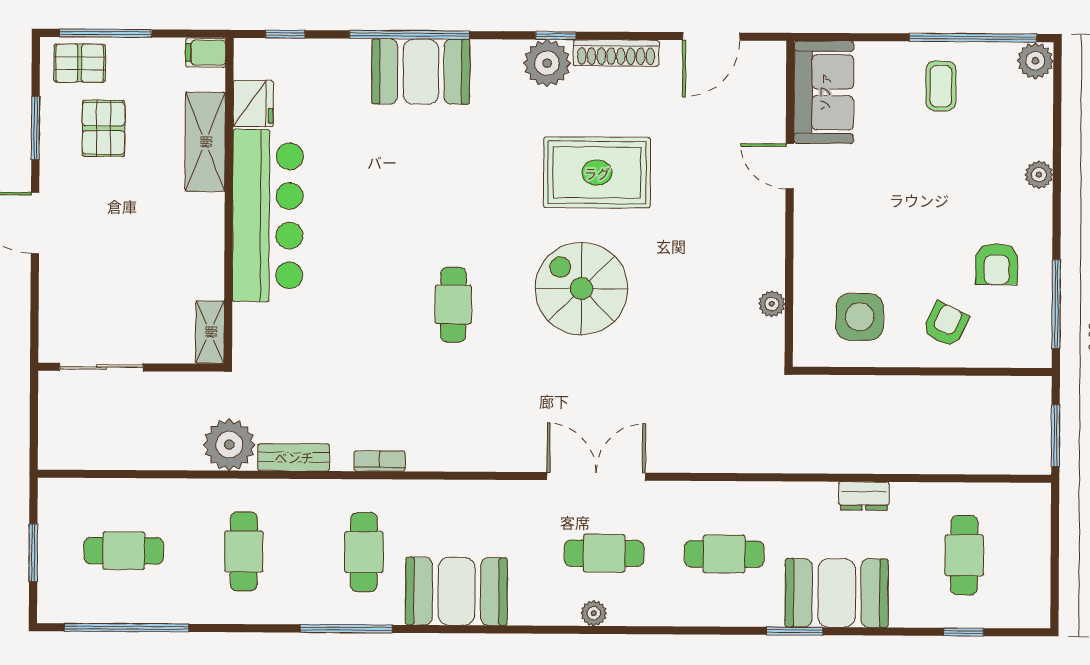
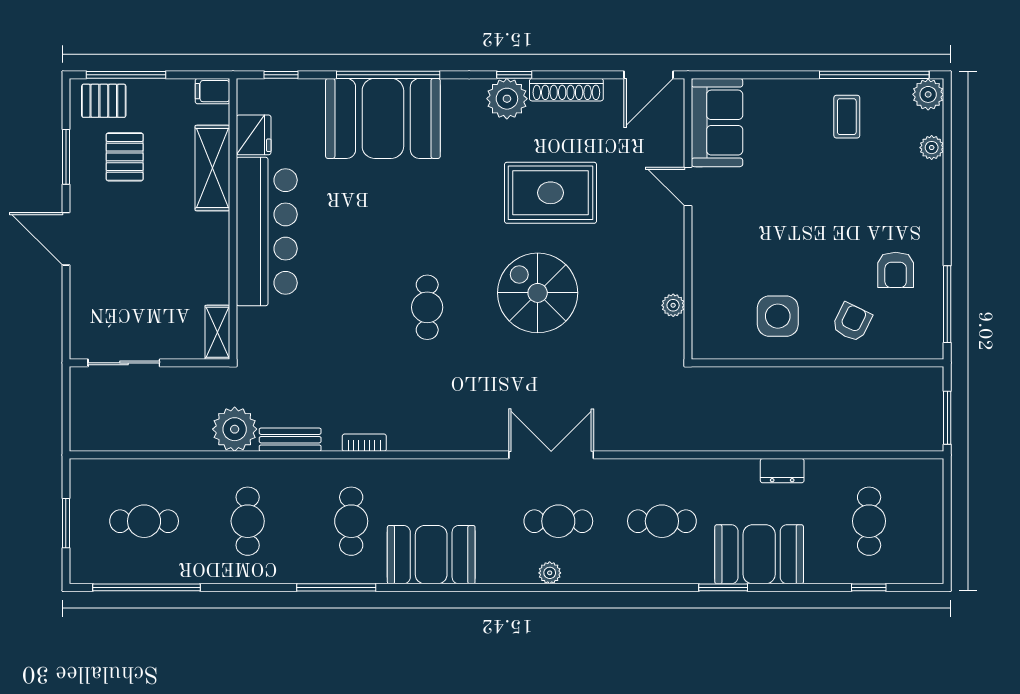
booth: (421, 72) -> (383, 118), width x1.36, depth x1.42
sofa: (824, 92) -> (717, 123), moved
door: (790, 166) -> (688, 187), moved
plant: (1039, 175) -> (932, 148), moved
wall: (790, 204) -> (688, 219), moved
plant: (772, 304) -> (673, 305), moved

